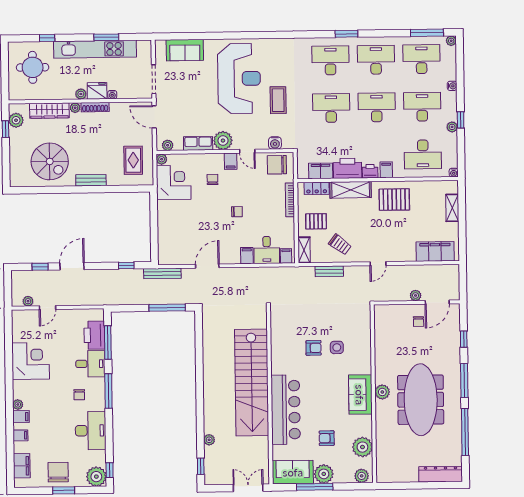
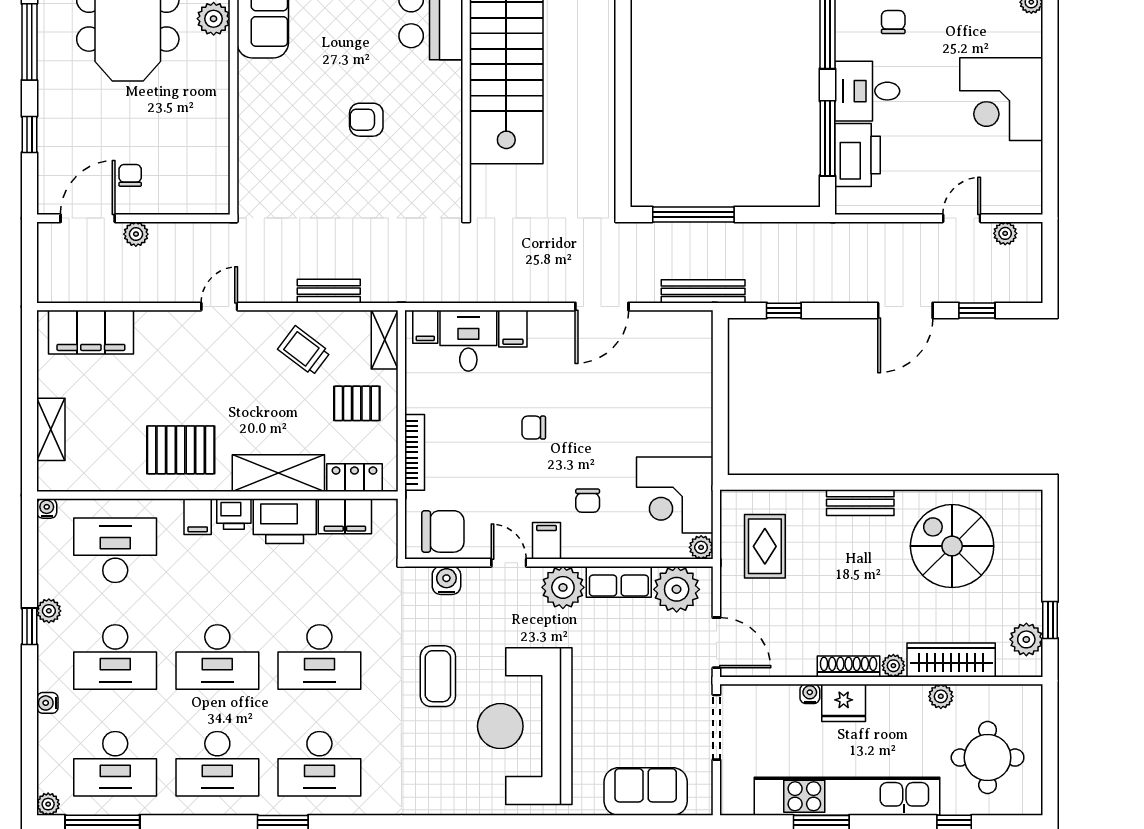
plant: (81, 94) -> (941, 696), moved
plant: (168, 145) -> (677, 589), width x1.88, depth x1.88
side table: (337, 347) -> (314, 120), removed

